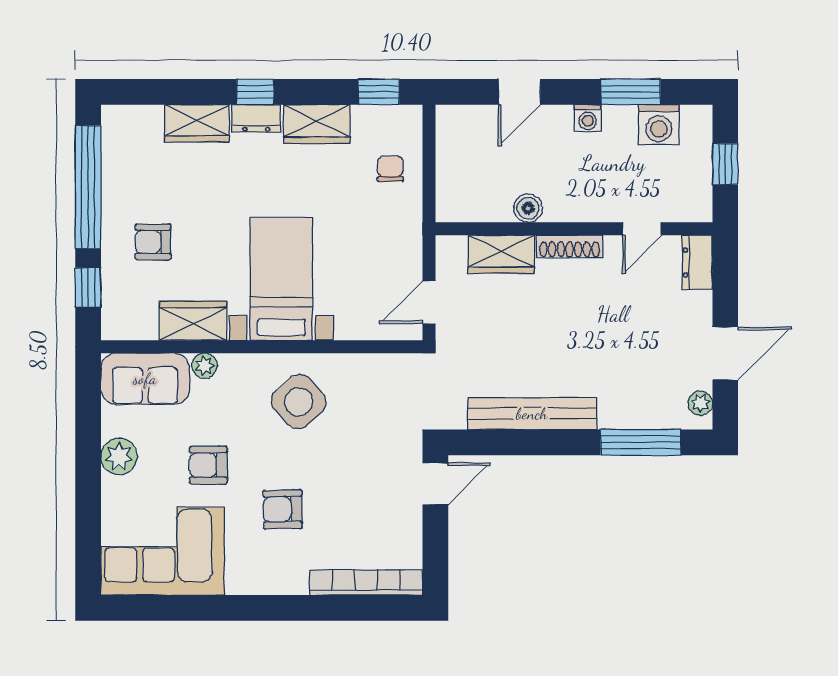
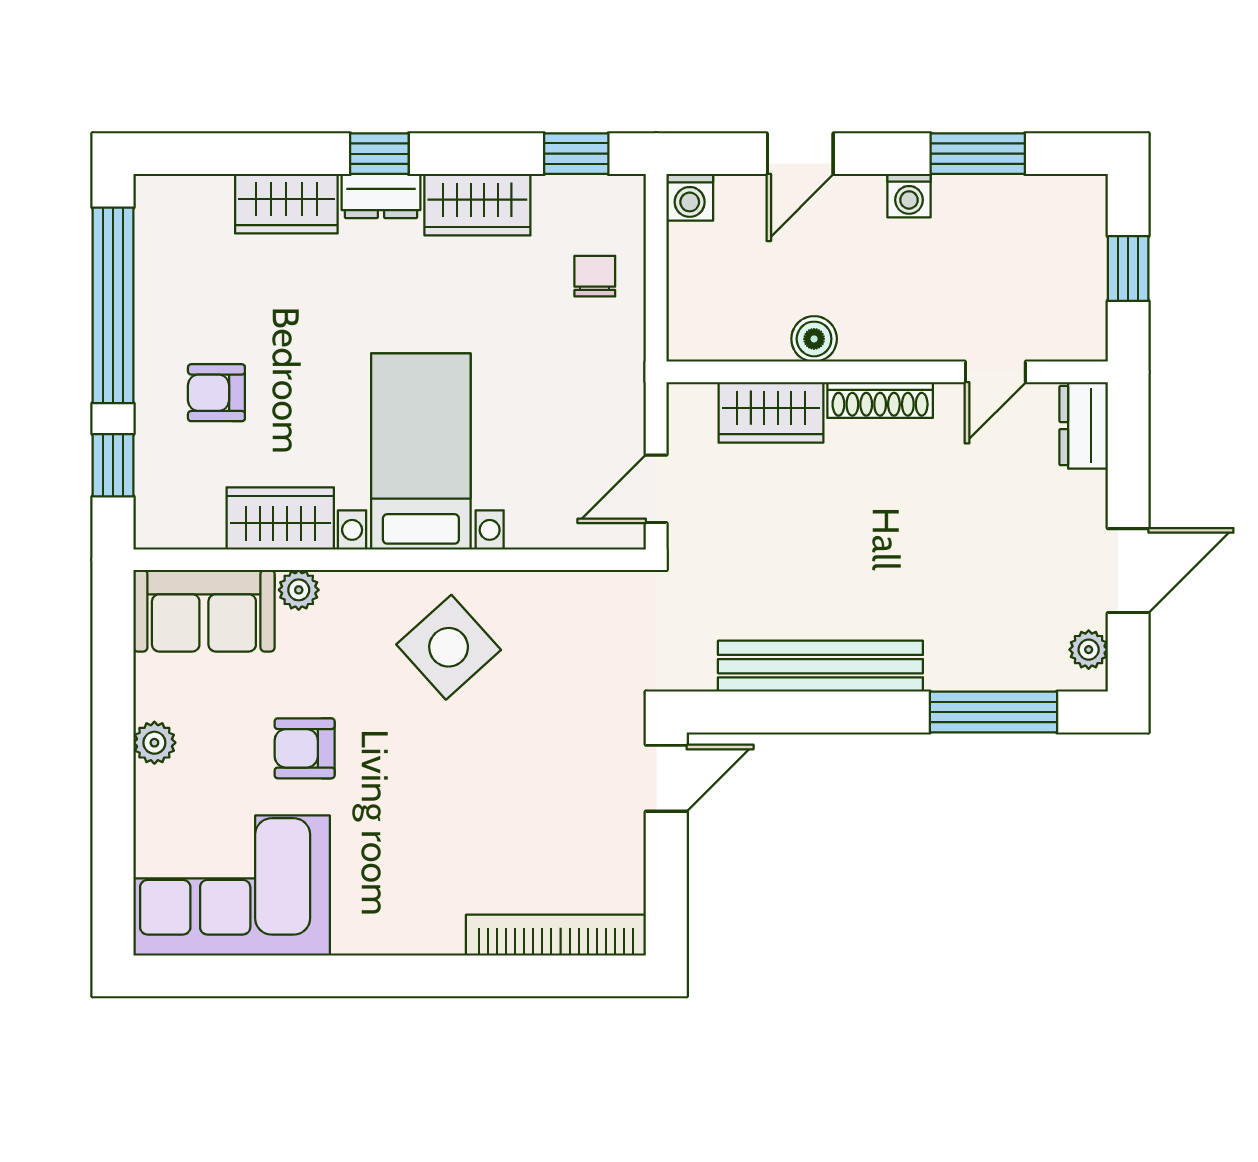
washing machine: (659, 125) -> (690, 197), moved, width x0.73, depth x0.73
plant: (119, 457) -> (154, 743), width x0.73, depth x0.73
armchair: (283, 509) -> (423, 819), removed

